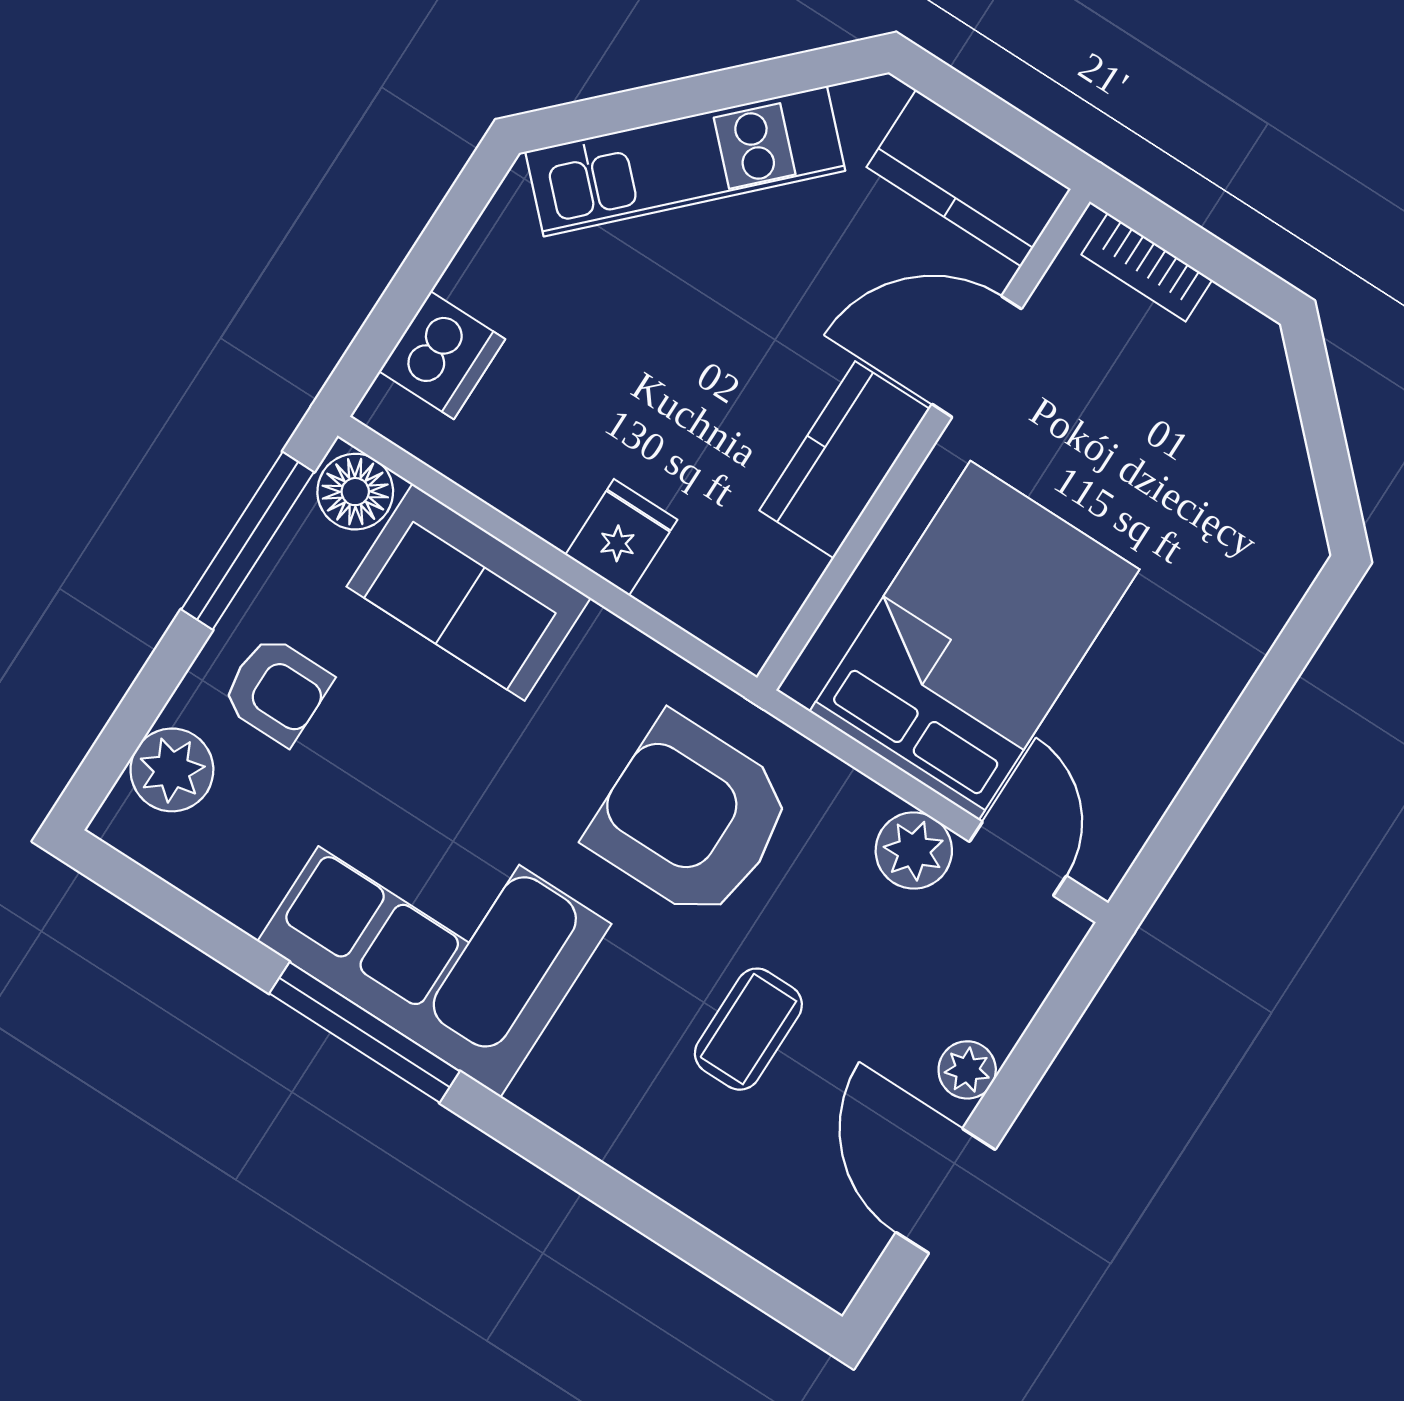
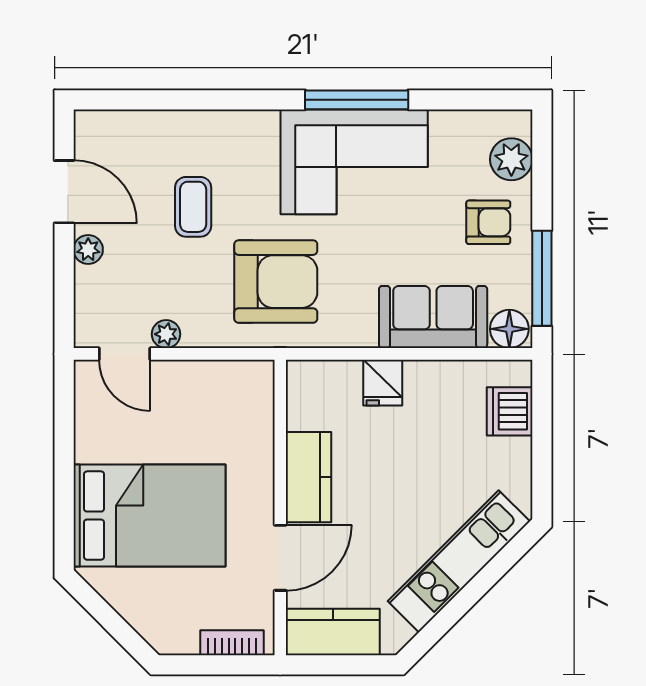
bed: (974, 640) -> (149, 516), moved, turned -90
armchair: (277, 690) -> (488, 222), turned 180
plant: (914, 851) -> (166, 334), width x0.73, depth x0.73

